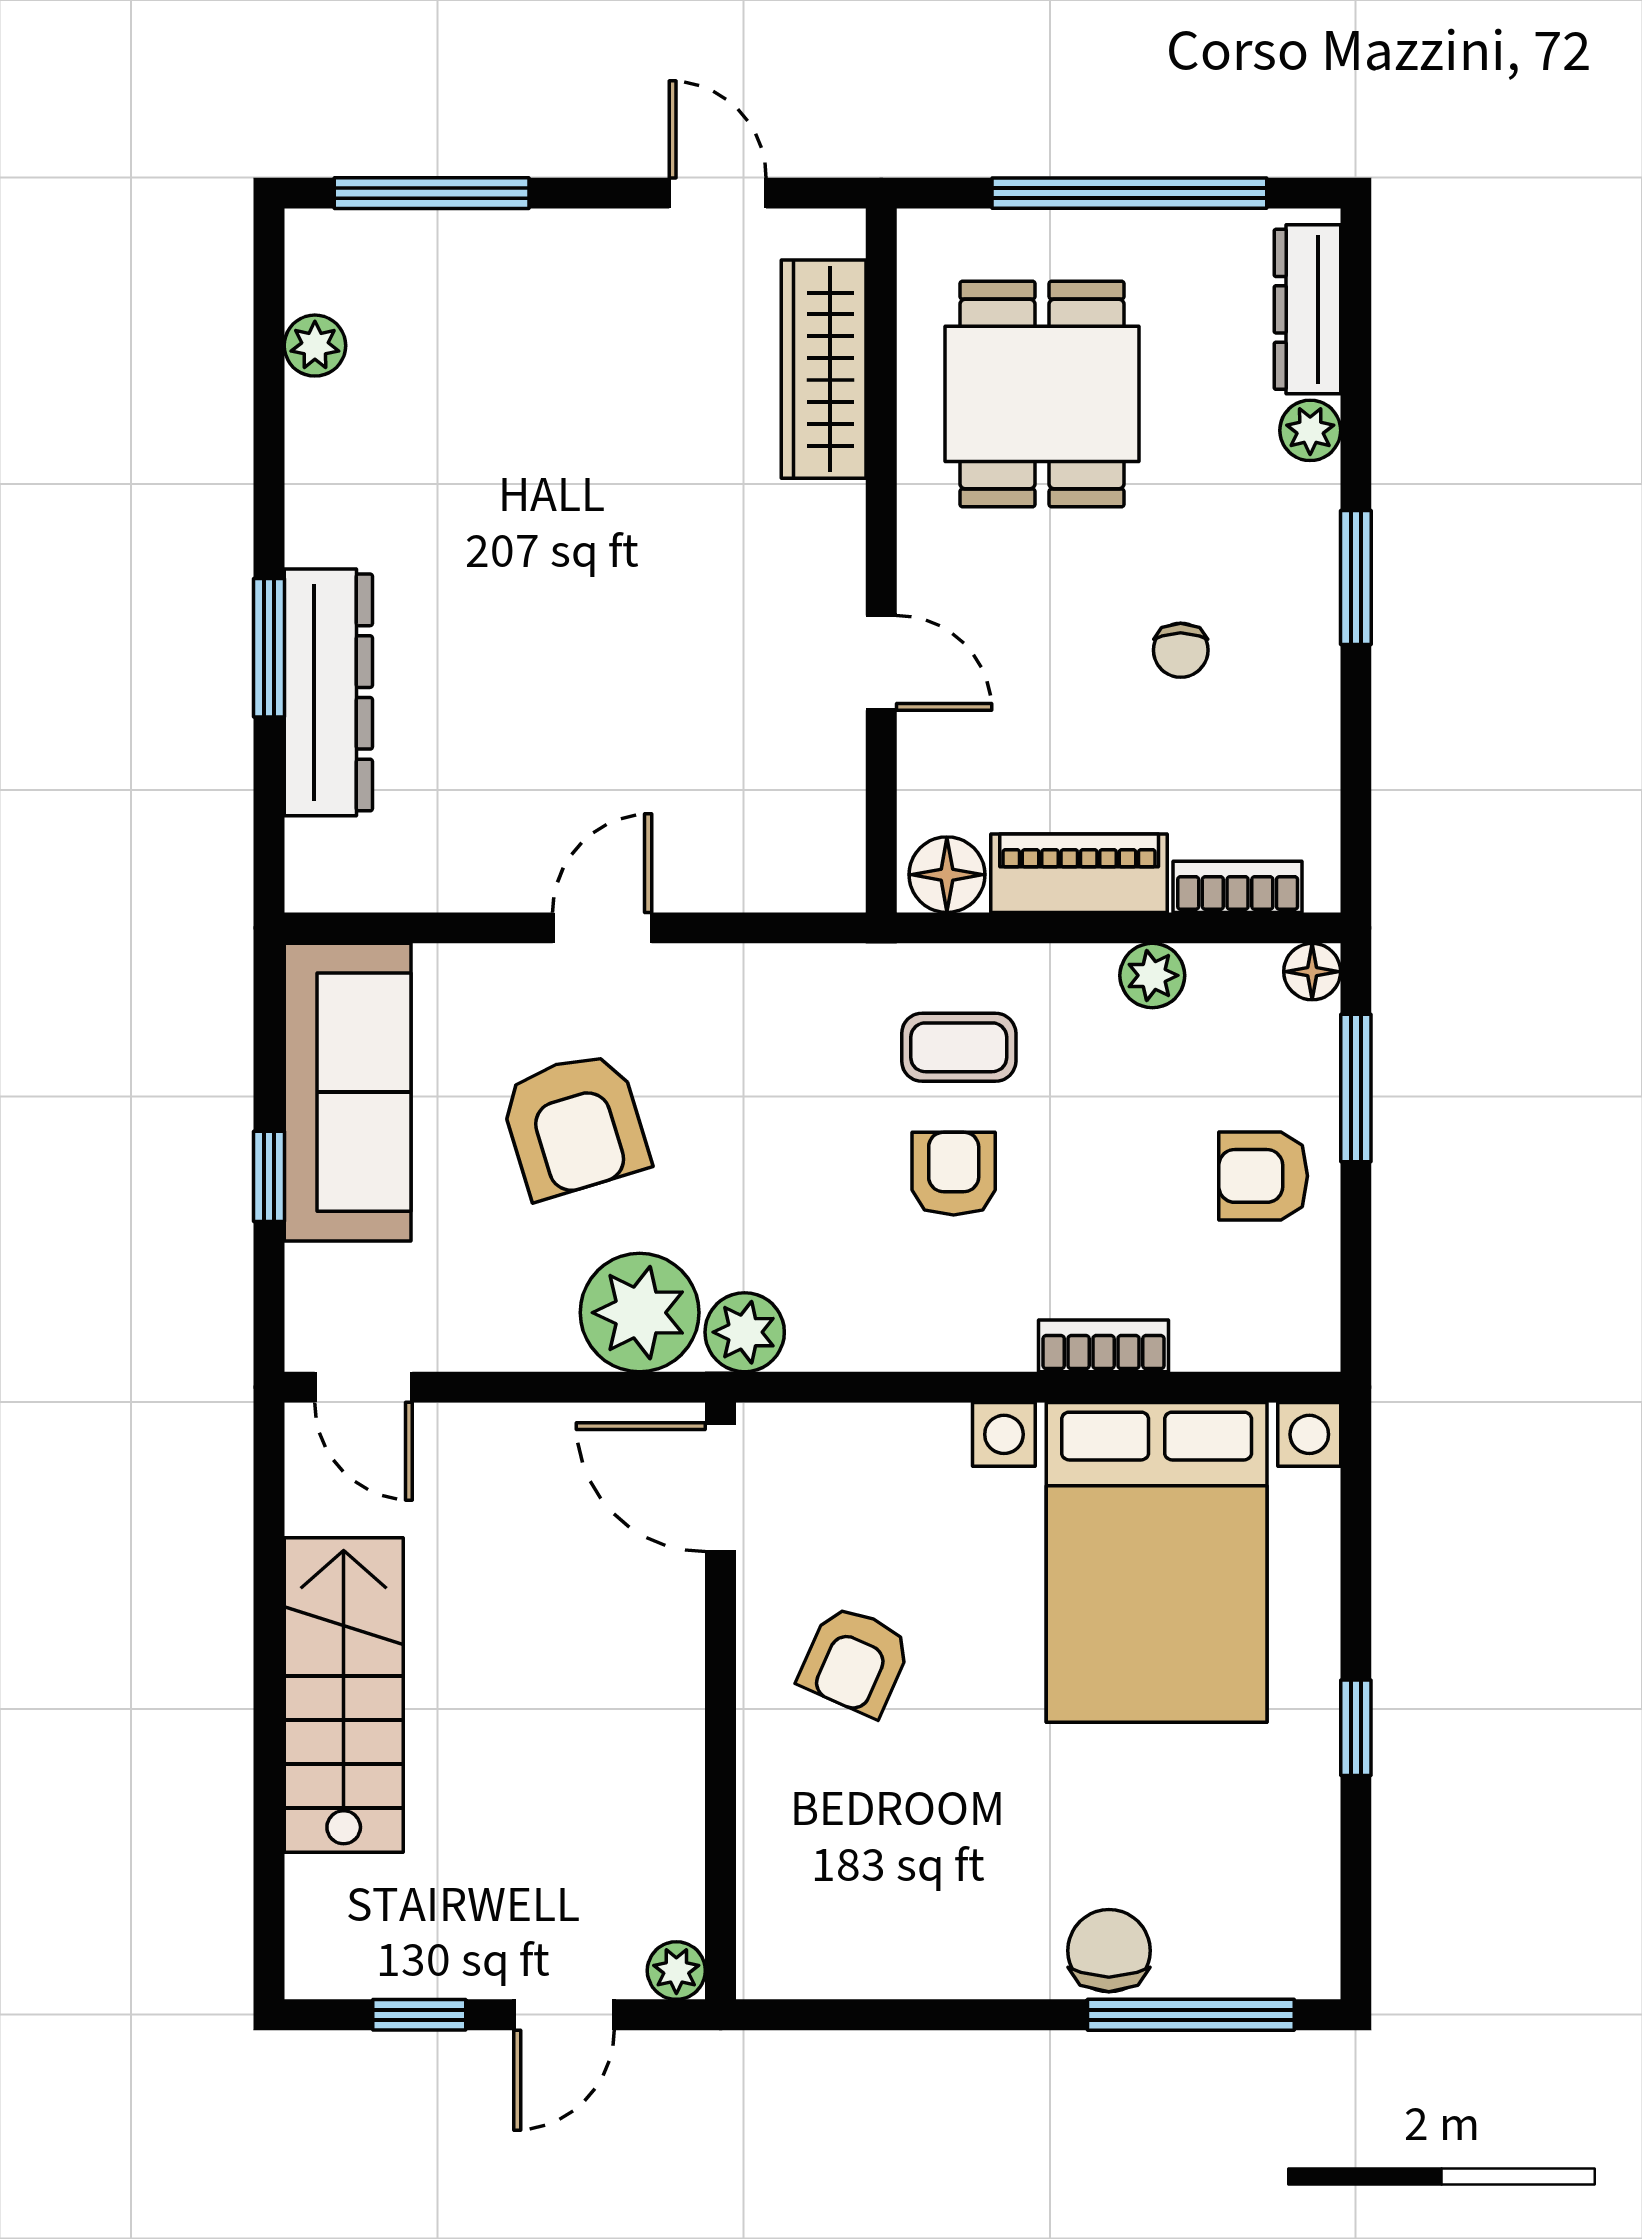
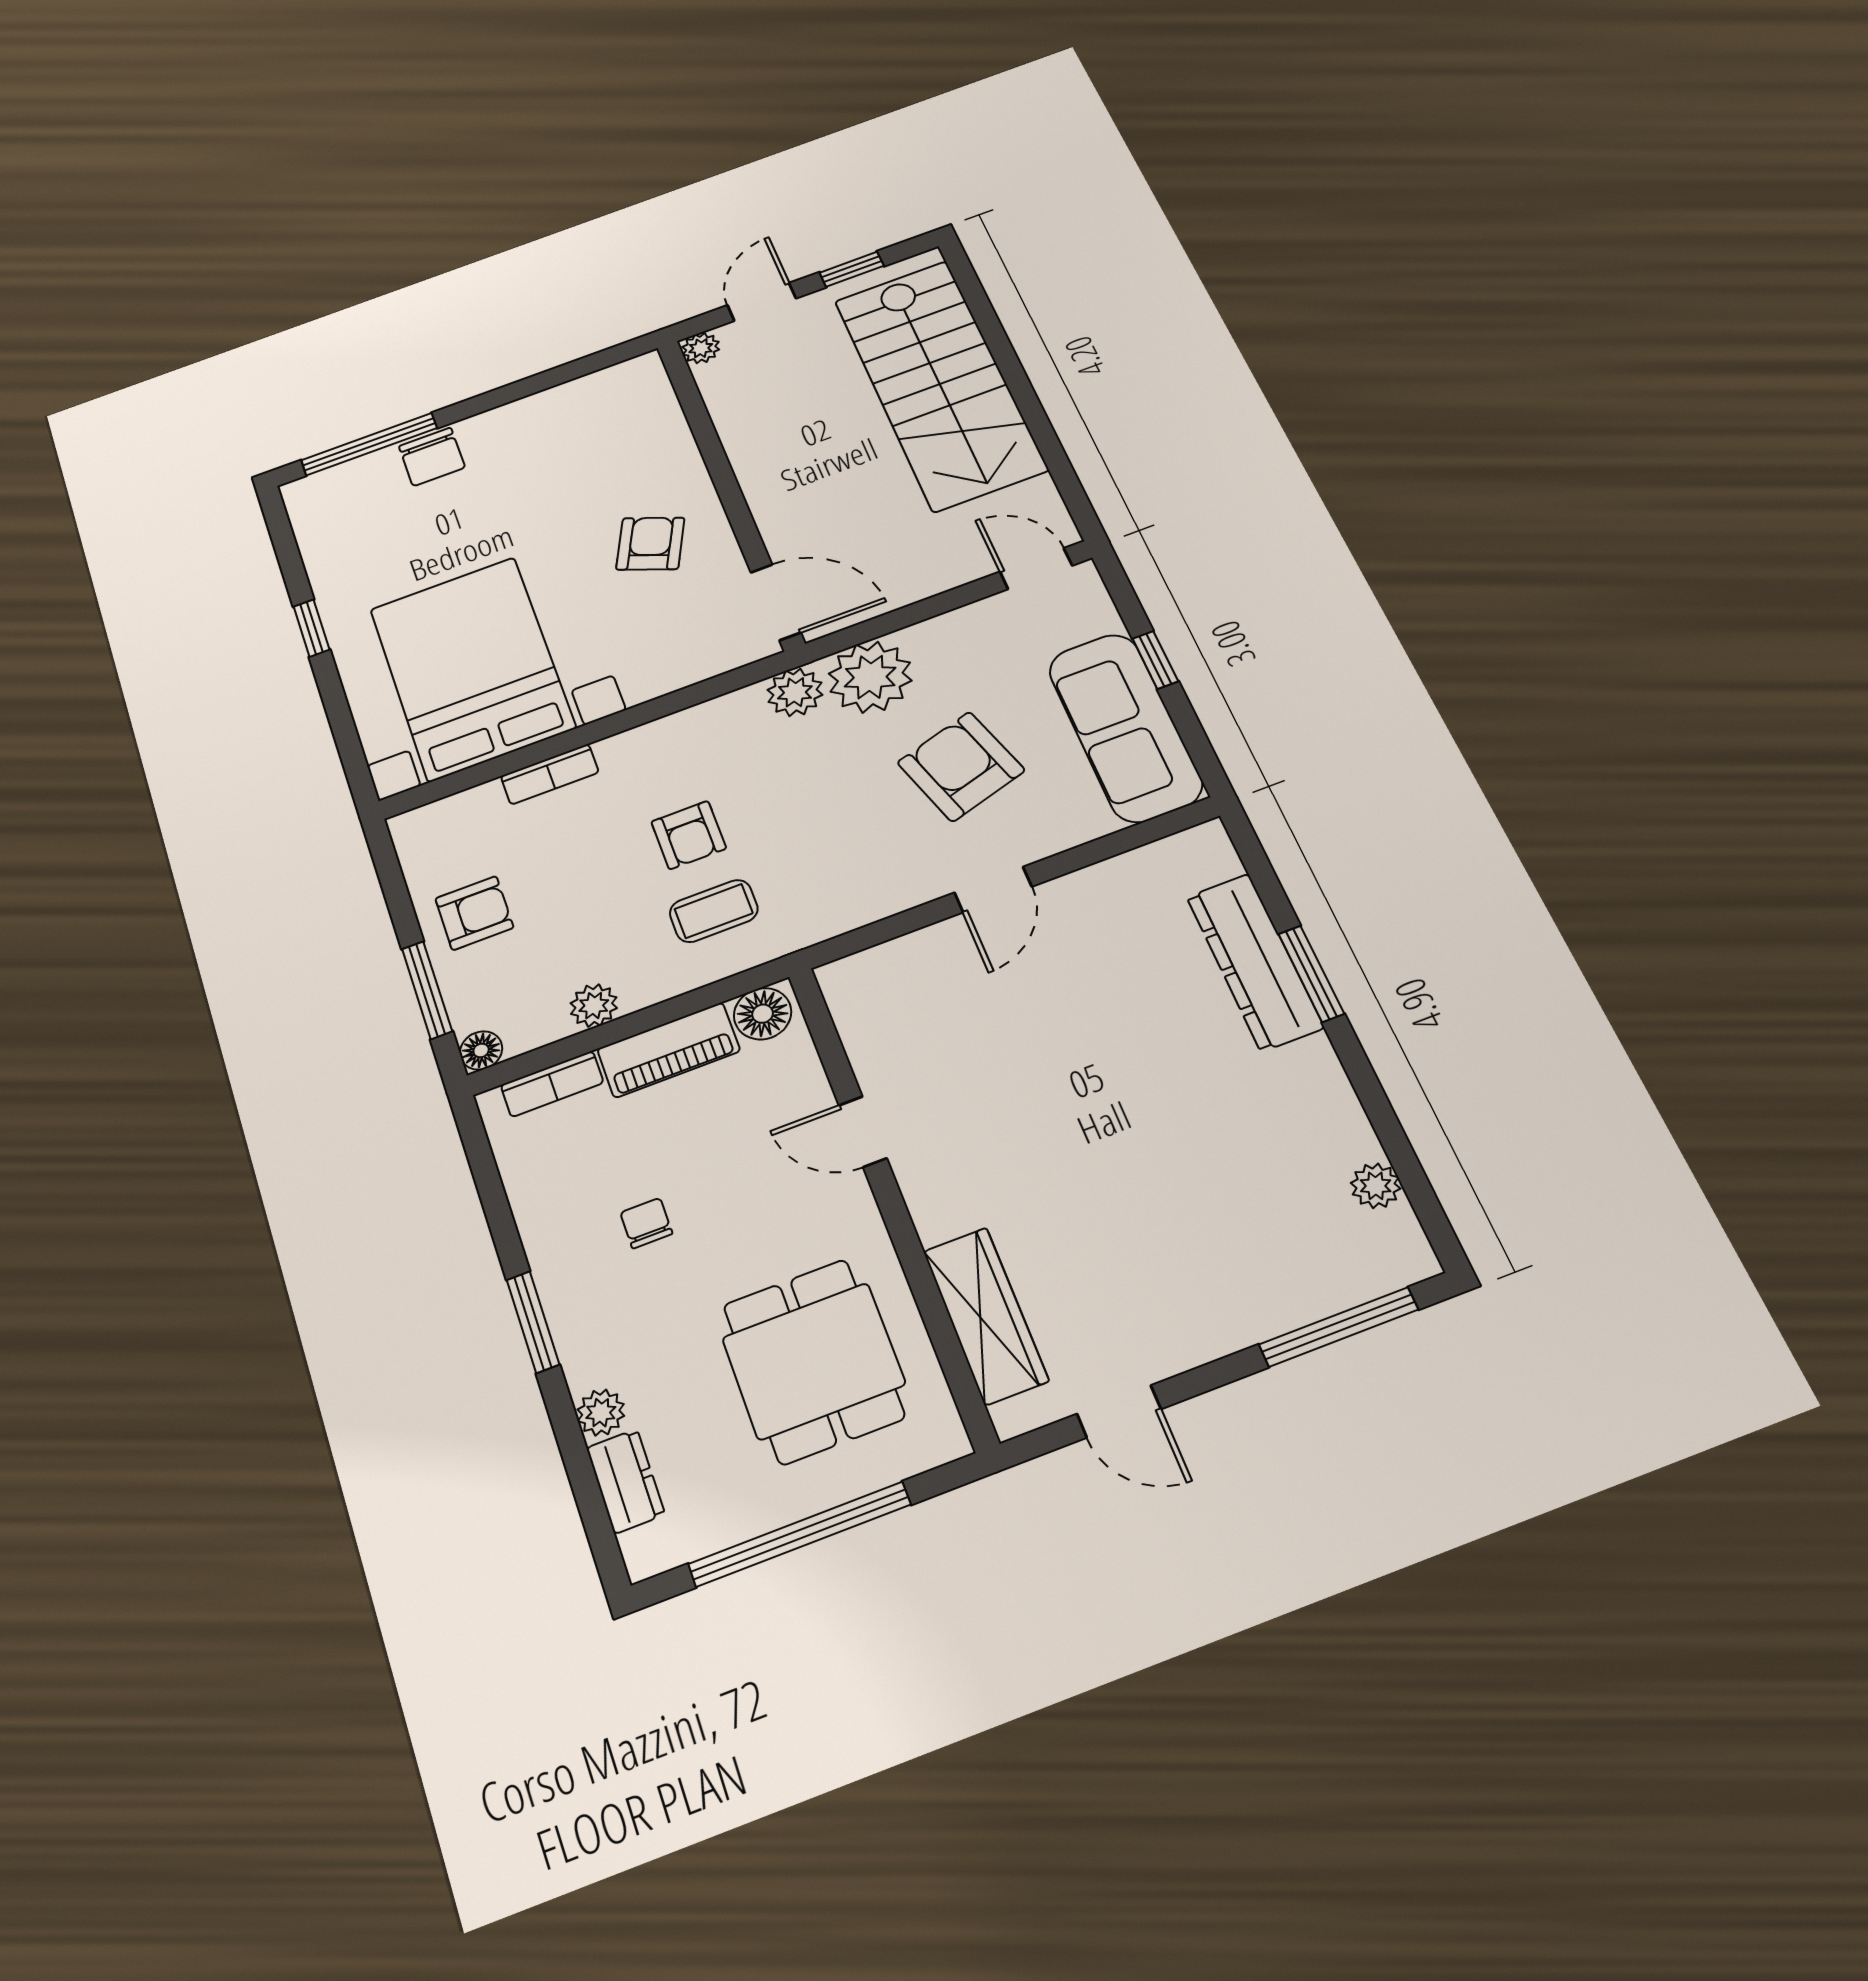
dresser: (1307, 309) -> (626, 1481), width x0.70
stairs: (344, 1695) -> (940, 384), width x1.36, depth x1.51

